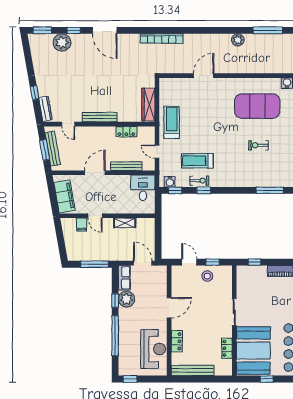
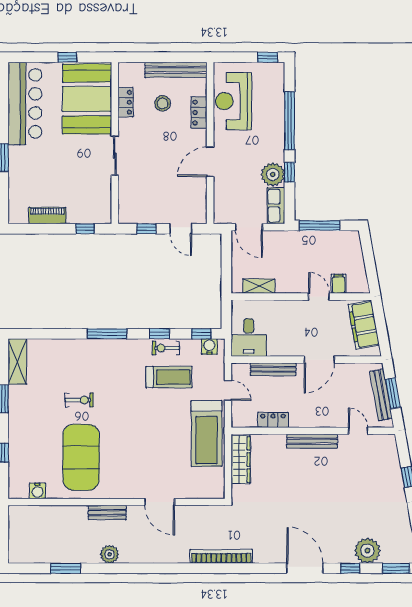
window: (268, 30) -> (66, 568), width x0.69
bench: (239, 68) -> (107, 512), added
door: (204, 76) -> (160, 502), hinge flipped
exercise mat: (257, 106) -> (81, 457), turned 90
dresser: (46, 109) -> (392, 453), removed
treadmill: (172, 122) -> (207, 434), width x1.37, depth x1.38
window: (270, 190) -> (107, 334), moved
shelving: (125, 223) -> (259, 286), moved
stool: (207, 276) -> (163, 103), moved

